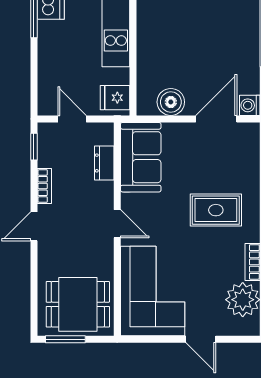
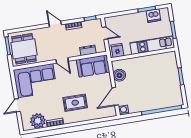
door: (72, 119) -> (105, 33), hinge flipped
door: (216, 119) -> (115, 96), swing flipped
rug: (216, 210) -> (75, 103), turned 90
door: (117, 224) -> (62, 60), hinge flipped

